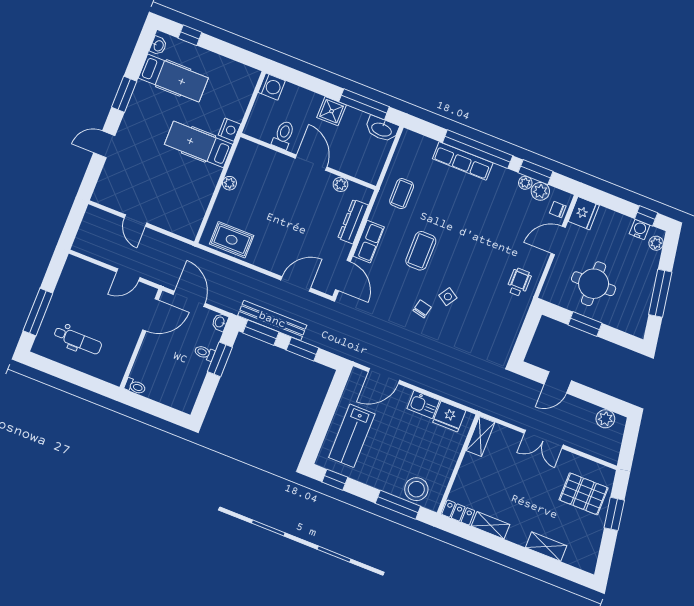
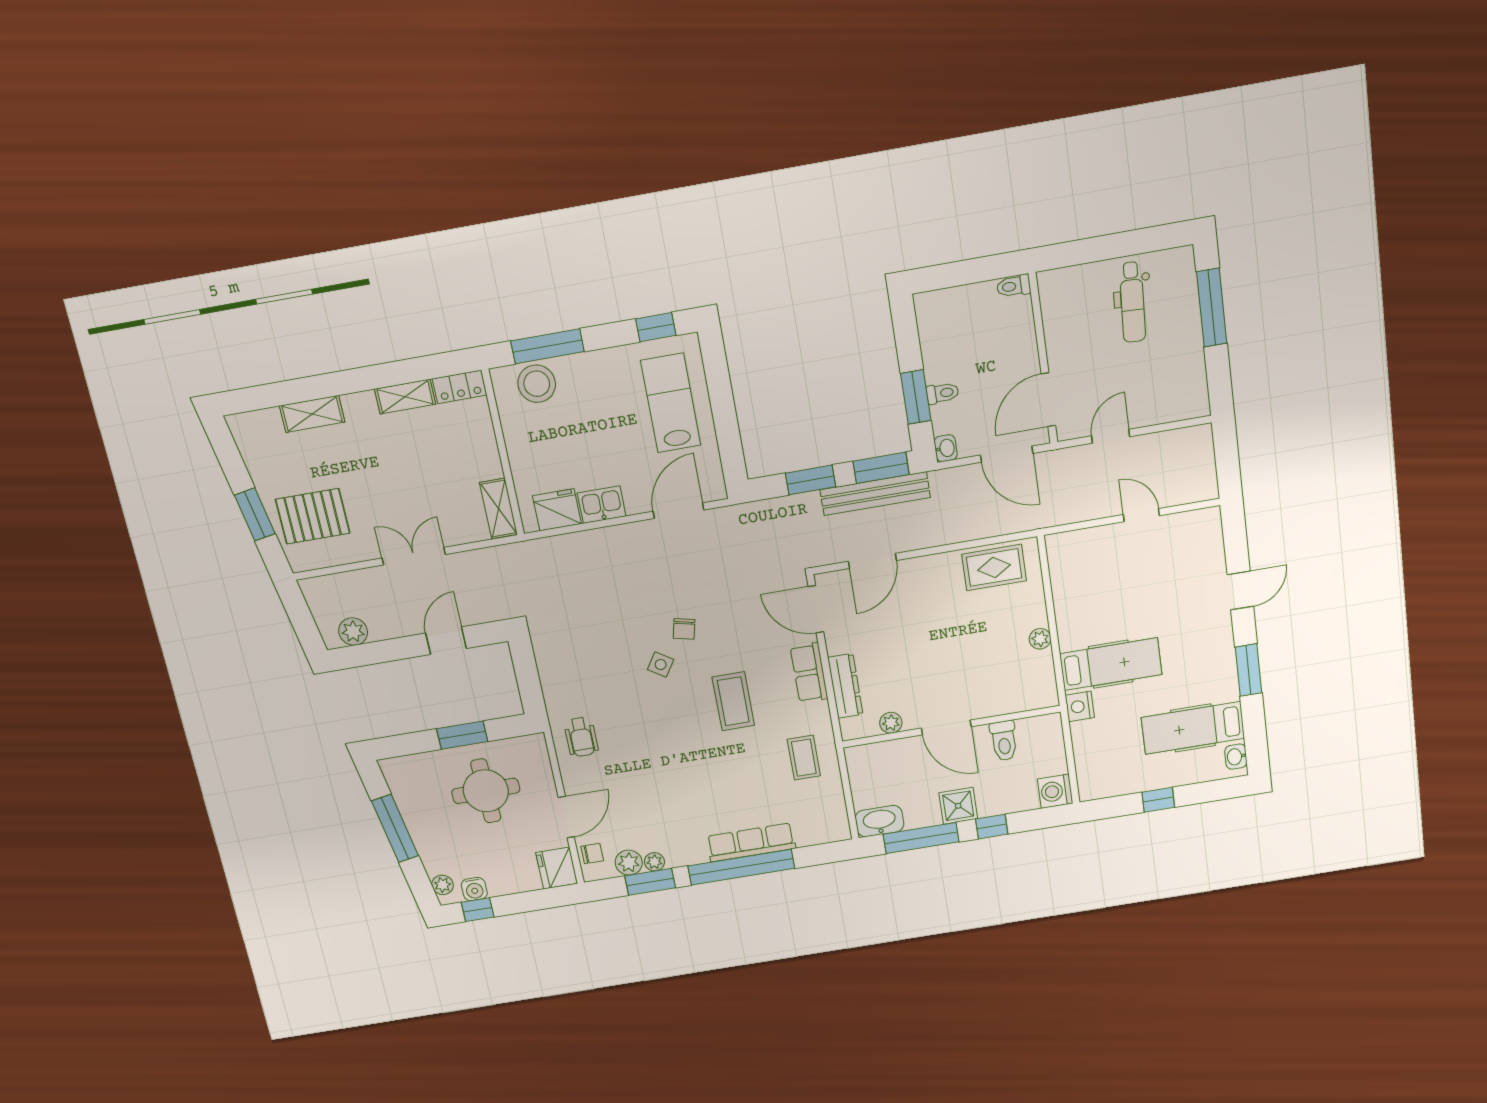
window: (190, 35) -> (1158, 800), moved
window: (320, 87) -> (992, 827), added
dental chair: (78, 340) -> (1132, 302), turned -87

